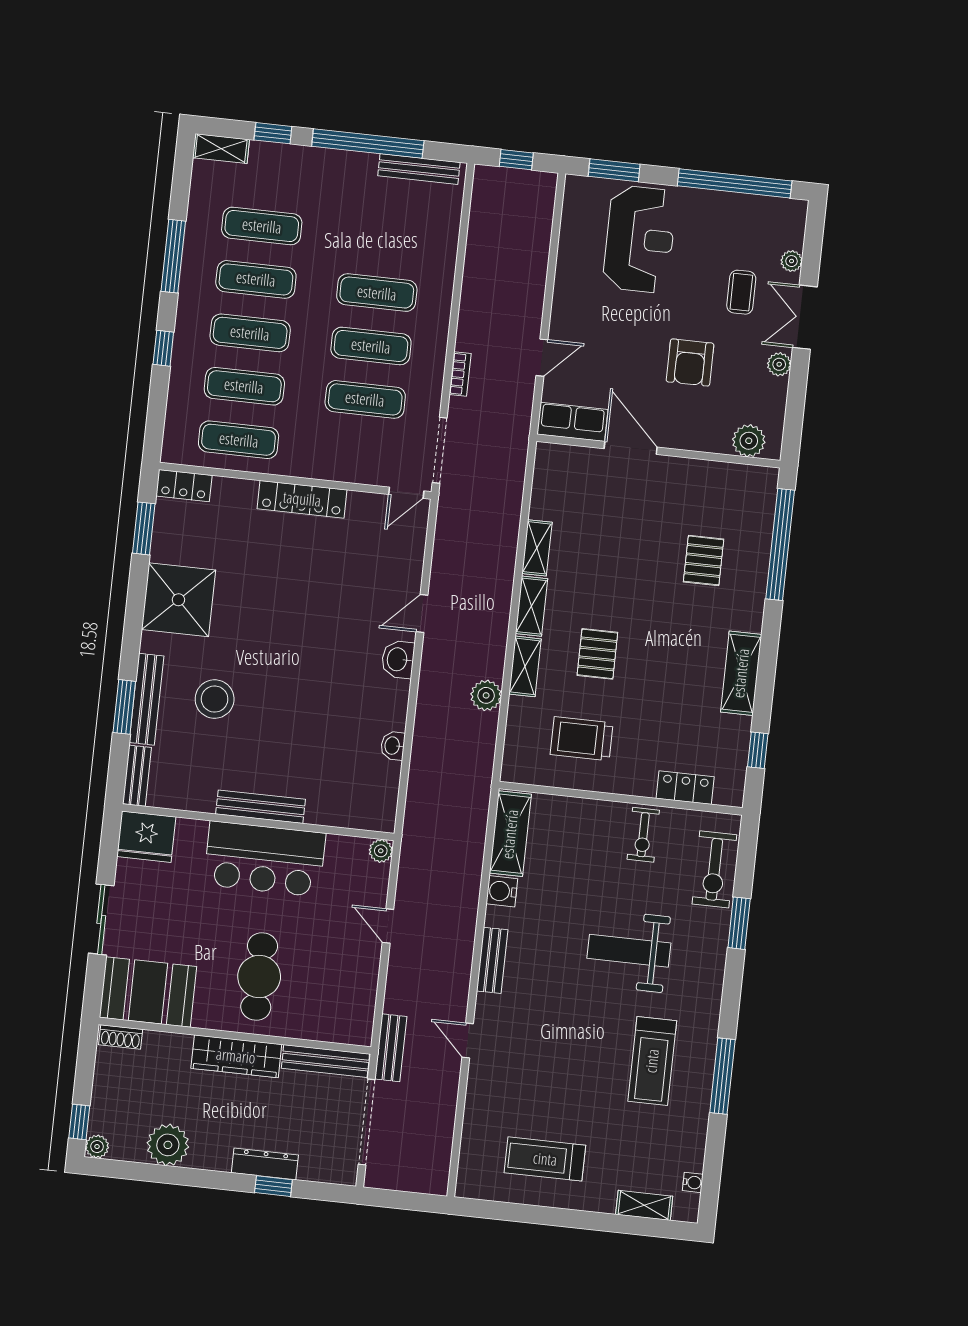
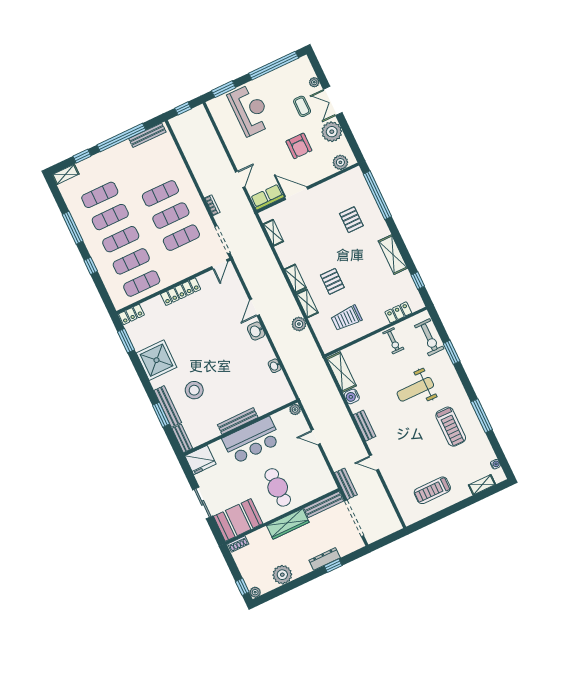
plant: (779, 364) -> (332, 132), width x1.87, depth x1.87
shelving: (537, 548) -> (273, 233), moved

